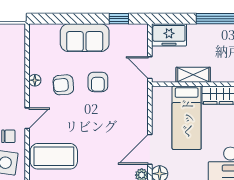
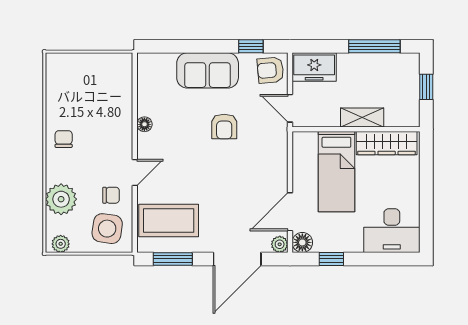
shelving: (193, 75) -> (362, 117), moved
armchair: (63, 85) -> (270, 70), moved

